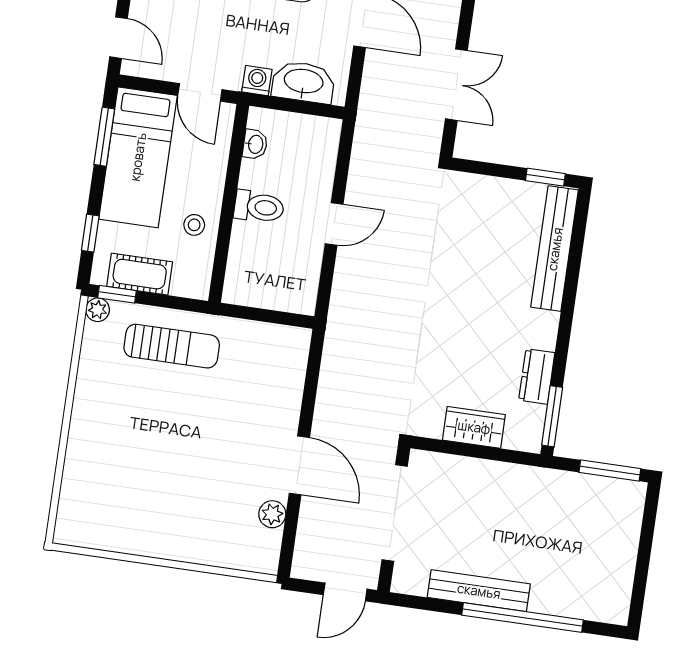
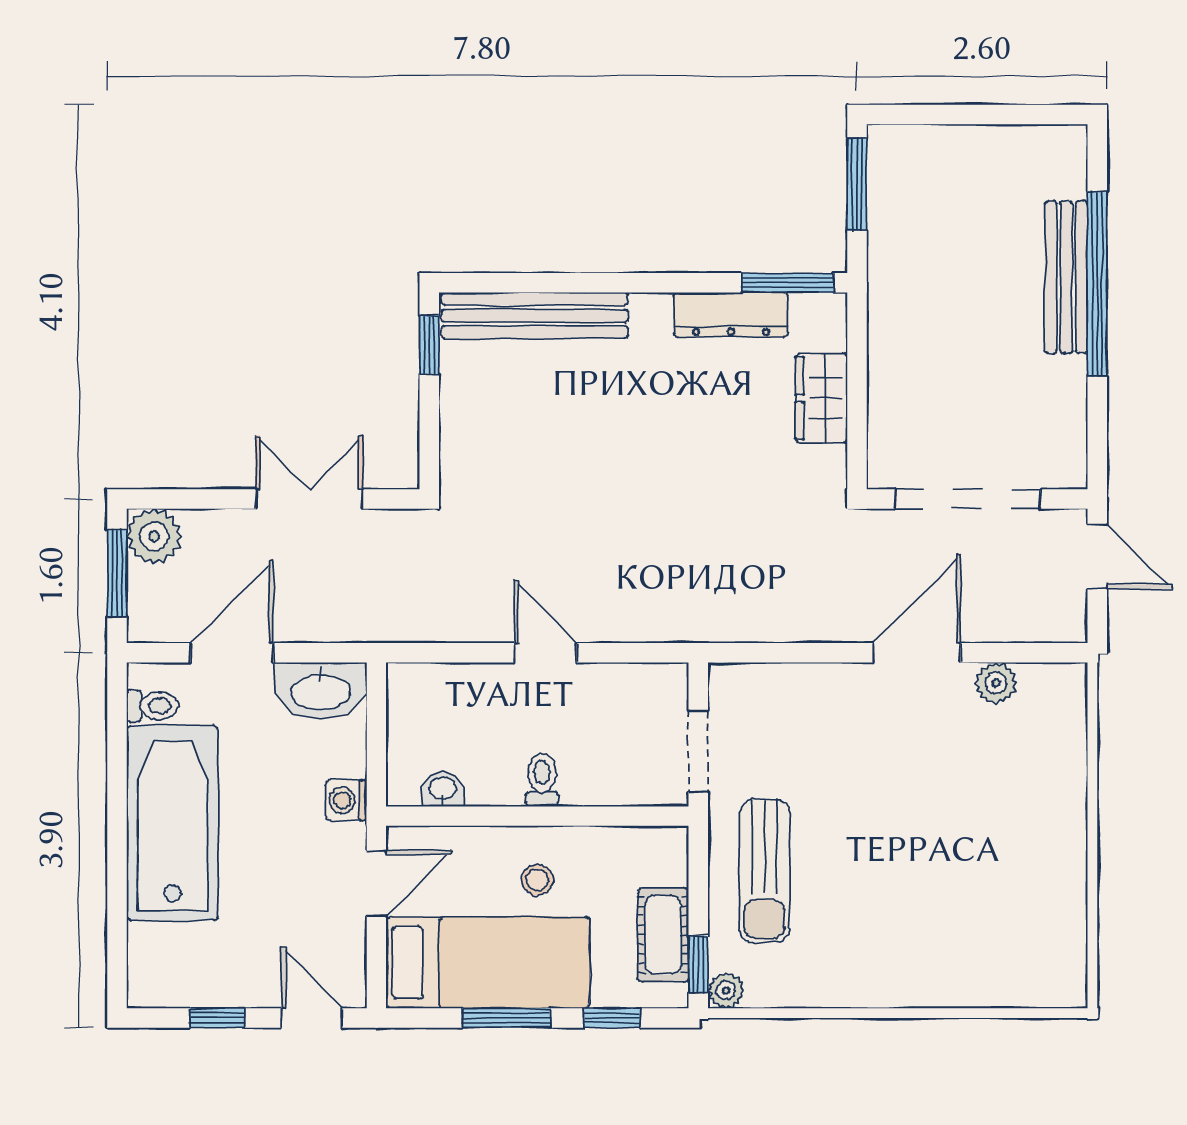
door: (118, 38) -> (312, 1018), hinge flipped
washbasin: (303, 82) -> (321, 691), moved, turned -90
window: (104, 137) -> (506, 1018), moved
toilet: (259, 207) -> (542, 780), width x0.73, depth x0.72
stool: (194, 225) -> (537, 880), moved
doorway: (256, 314) -> (698, 752), added
sun lounger: (172, 346) -> (765, 871), turned 180
dresser: (537, 376) -> (731, 315), width x1.44
bench: (479, 591) -> (1066, 277), moved

